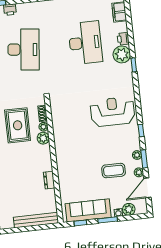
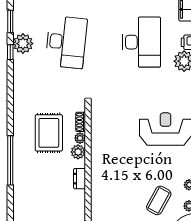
coffee table: (114, 171) -> (159, 200), turned -61
dresser: (49, 180) -> (80, 179), moved

